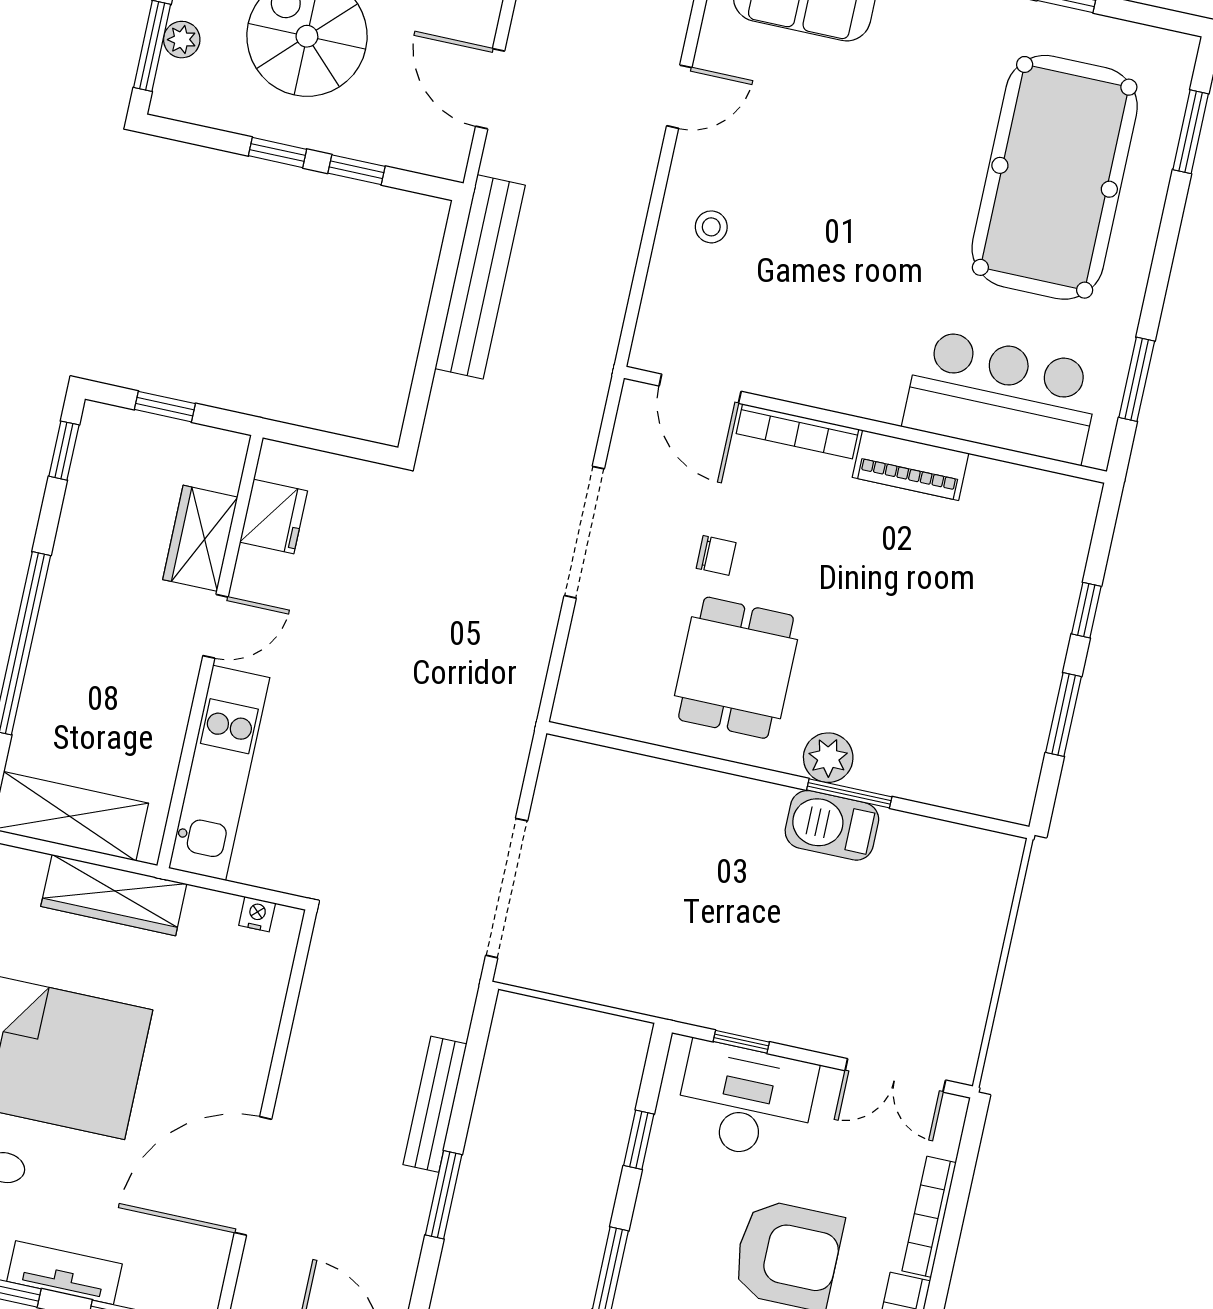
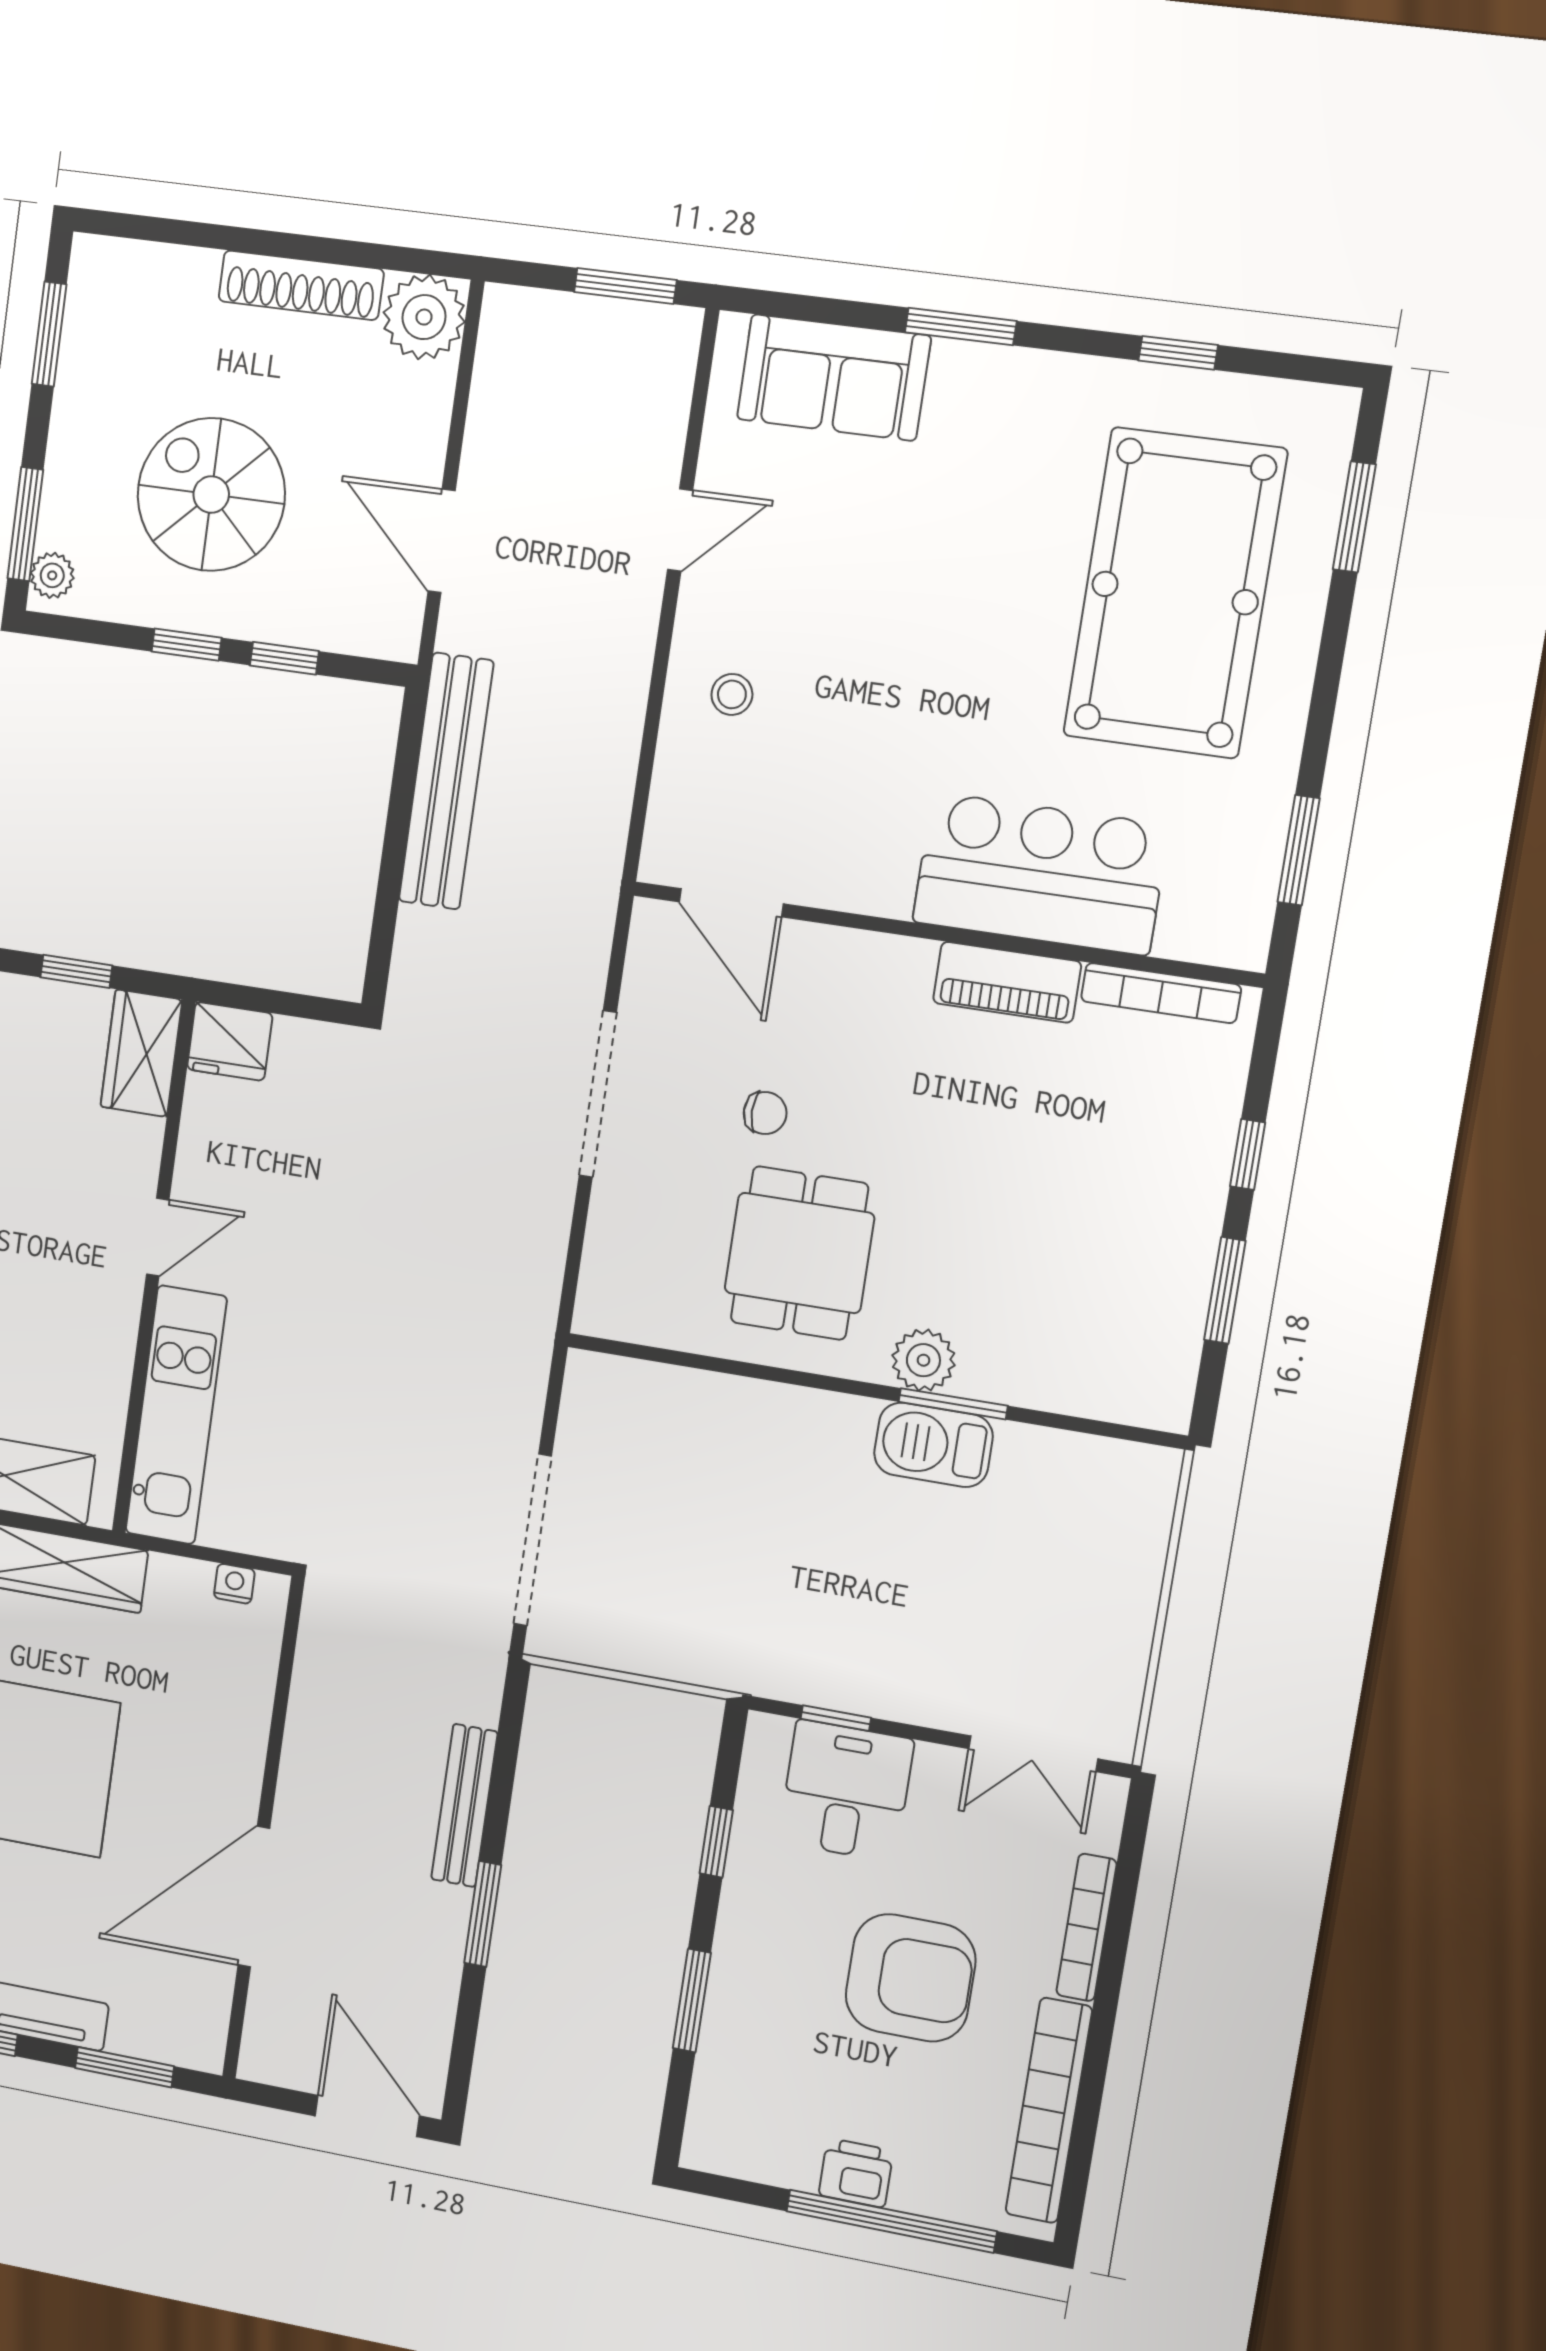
plant: (182, 40) -> (52, 575), moved
bar counter: (1002, 397) -> (1040, 874), moved
bookcase: (798, 431) -> (1161, 993), moved
fridge: (274, 516) -> (230, 1041), moved, turned 90
wardrobe: (200, 538) -> (141, 1053), moved
desk: (746, 1101) -> (846, 1791), width x0.73

